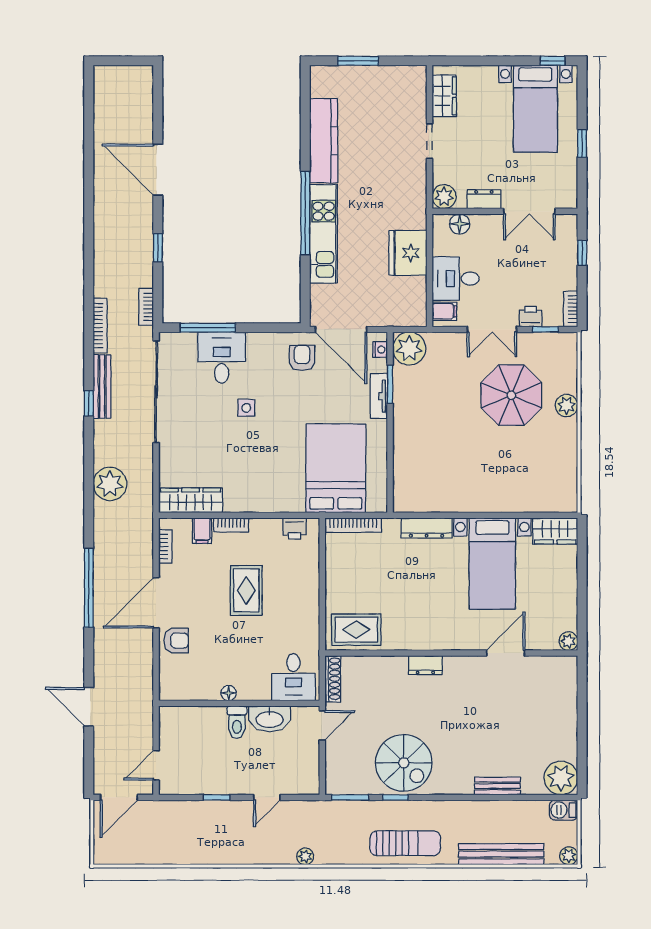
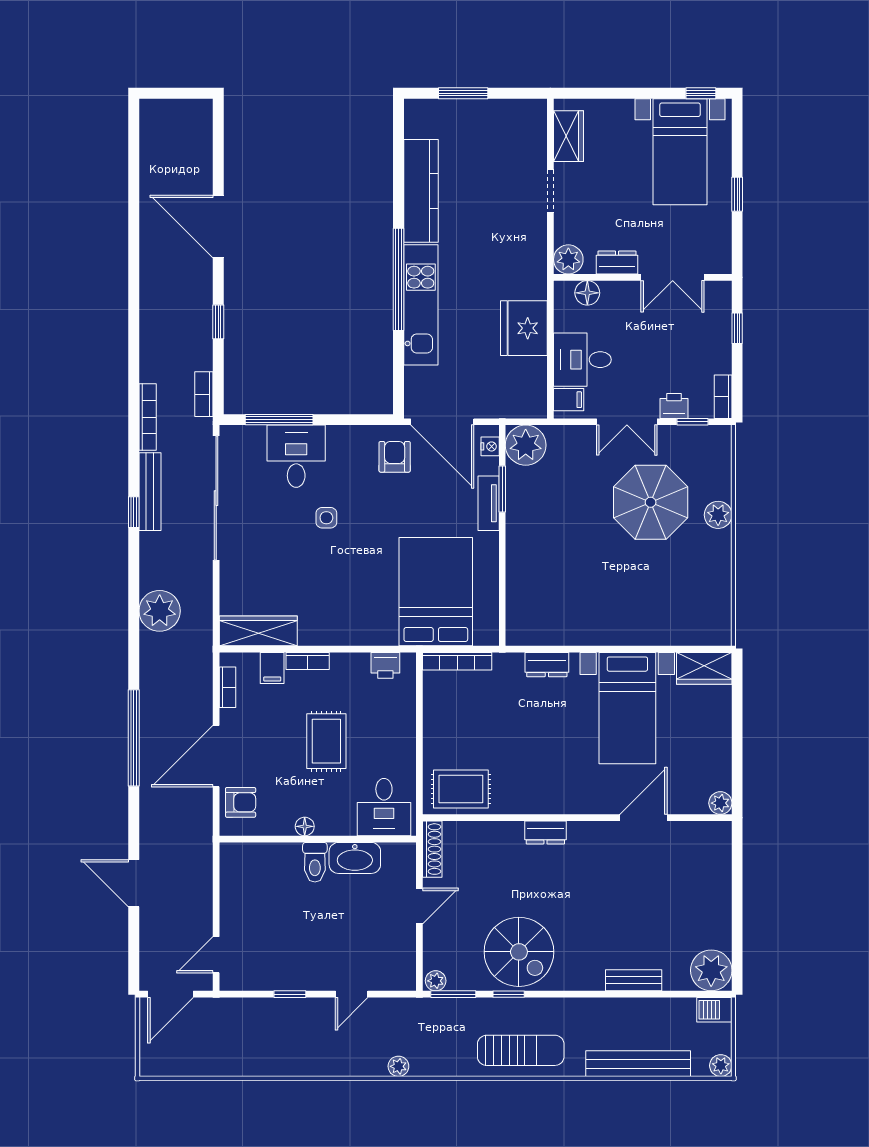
dresser: (427, 528) -> (547, 665), width x0.70
desk: (293, 677) -> (384, 807), moved
floor lamp: (229, 693) -> (305, 826), moved
wall: (239, 703) -> (318, 839), moved
washbasin: (270, 719) -> (355, 858), moved
toilet: (237, 722) -> (315, 862), moved
plant: (336, 786) -> (436, 981), added

